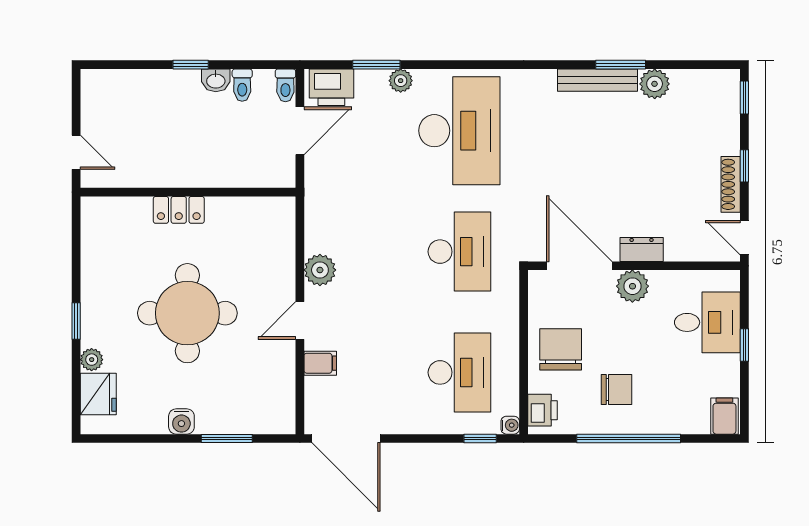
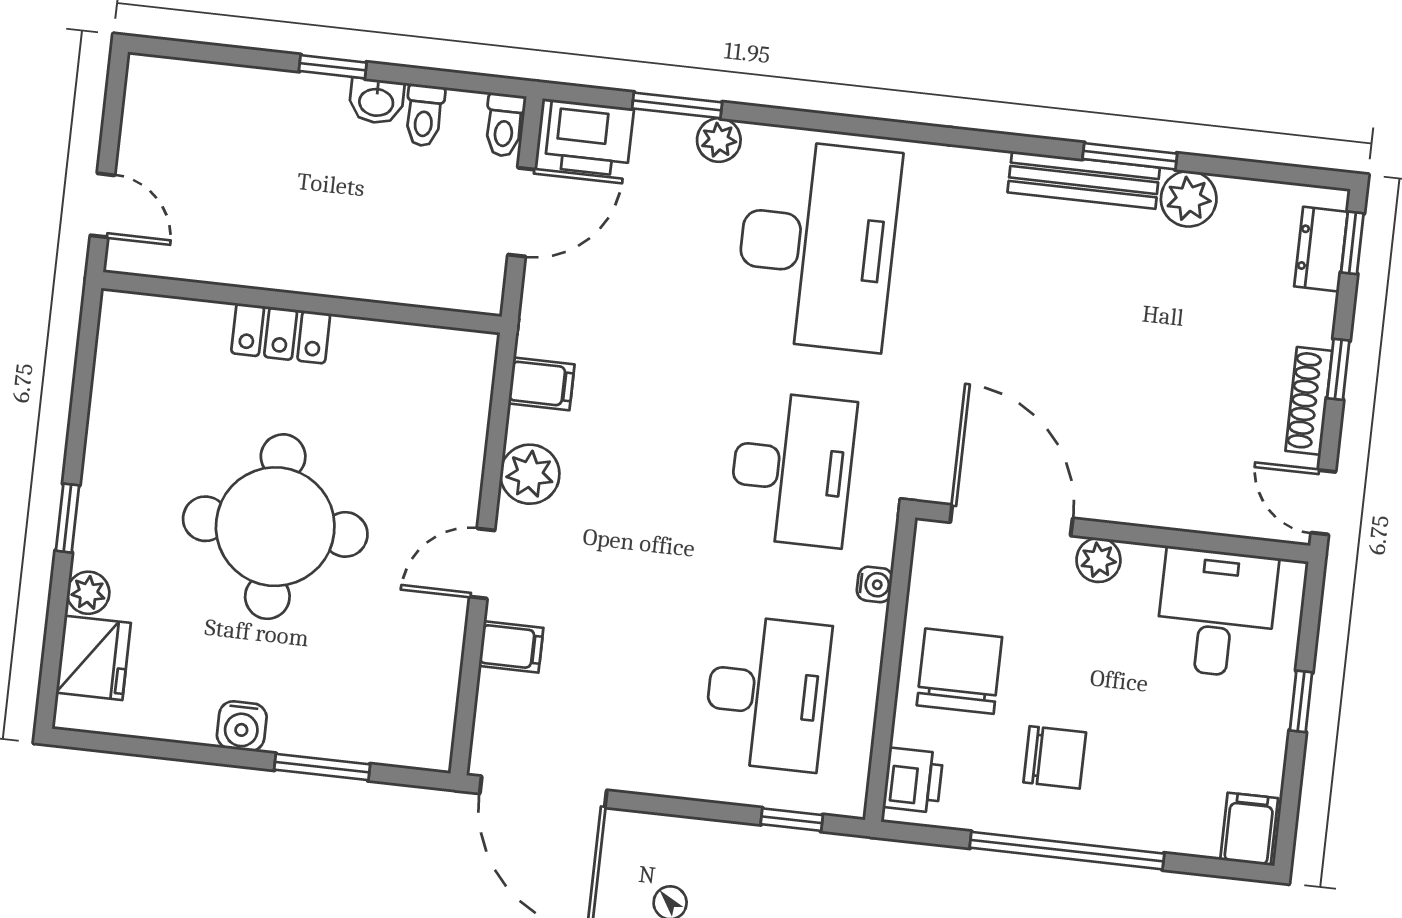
filing cabinet: (321, 221) -> (541, 384), added
dresser: (642, 249) -> (1321, 249), moved, turned -90
plant: (632, 286) -> (1098, 560), width x0.73, depth x0.73
desk: (707, 322) -> (1216, 613), moved, turned -90
water cooler: (510, 425) -> (875, 584), moved

